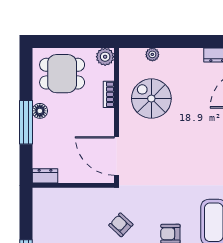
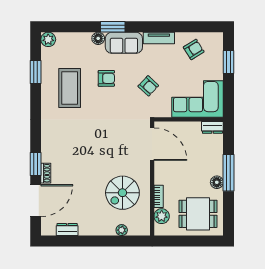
plant: (105, 57) -> (162, 216), moved
spiral stairs: (151, 99) -> (122, 193), turned 90
corner sofa: (63, 209) -> (197, 99), added

